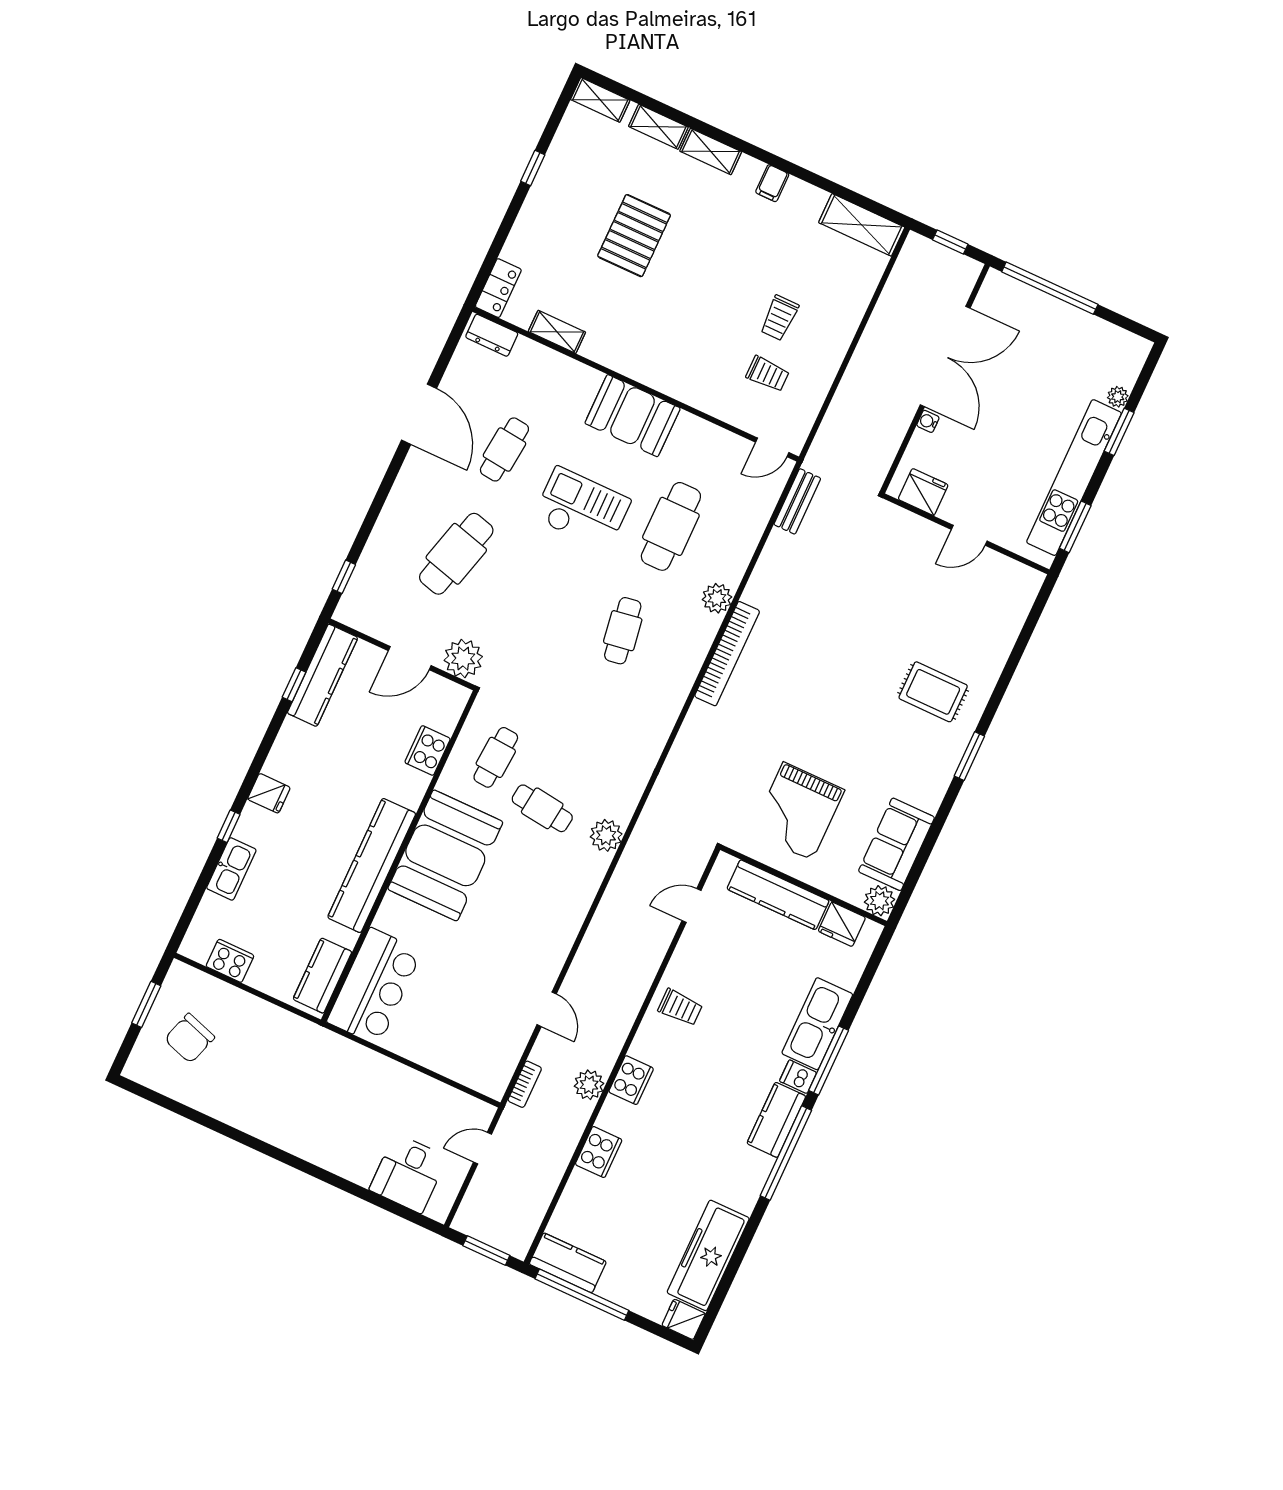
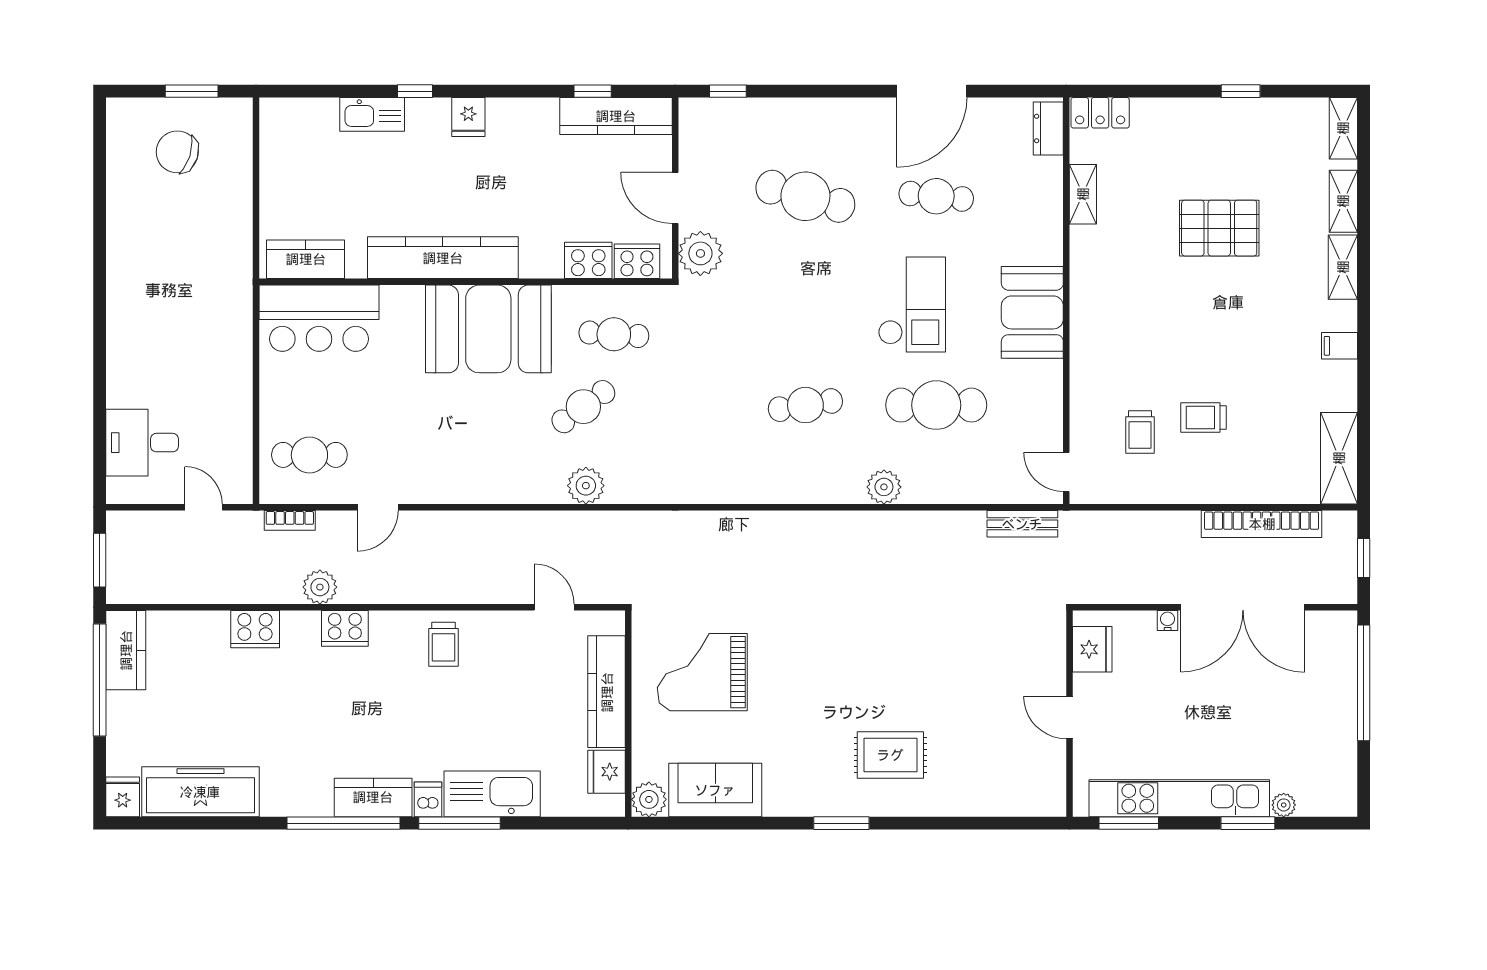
bookcase: (727, 654) -> (1262, 524), moved
rug: (933, 692) -> (890, 755), turned 90
cafe table: (542, 808) -> (583, 407), turned 47
cooker: (230, 961) -> (637, 261), moved, turned -90
cafe table: (480, 1044) -> (309, 455), added

